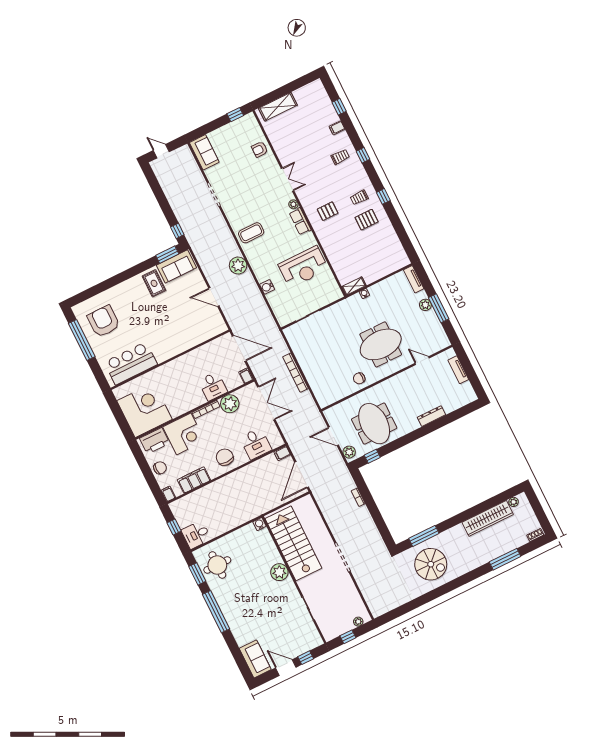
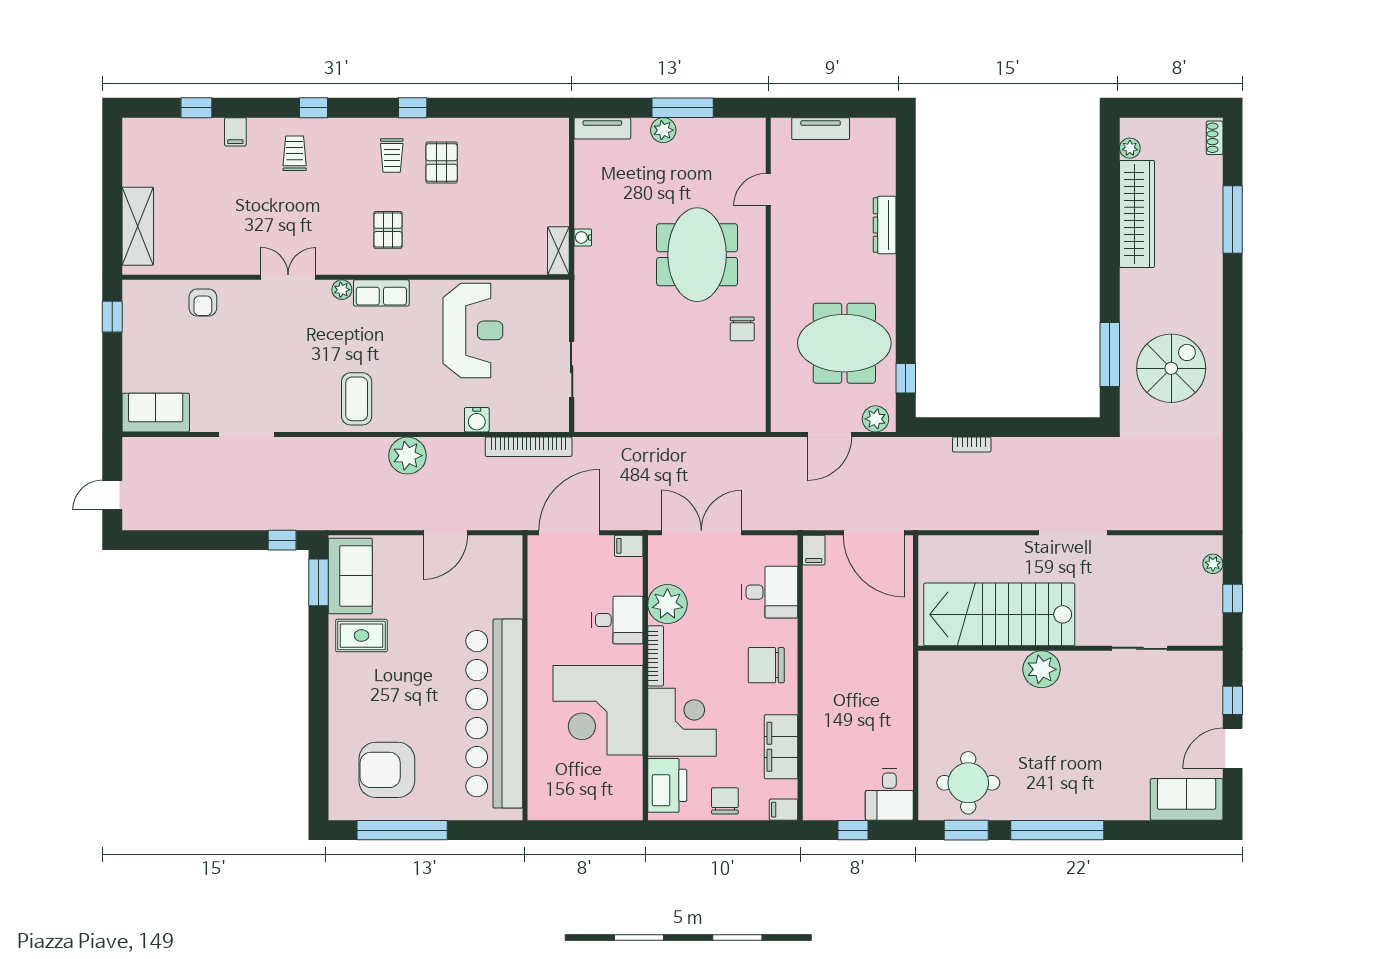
bar counter: (131, 363) -> (494, 714), width x1.86
bookcase: (296, 373) -> (529, 447), moved
corner desk: (145, 410) -> (598, 710), moved, turned -90
water cooler: (259, 524) -> (929, 662), removed

